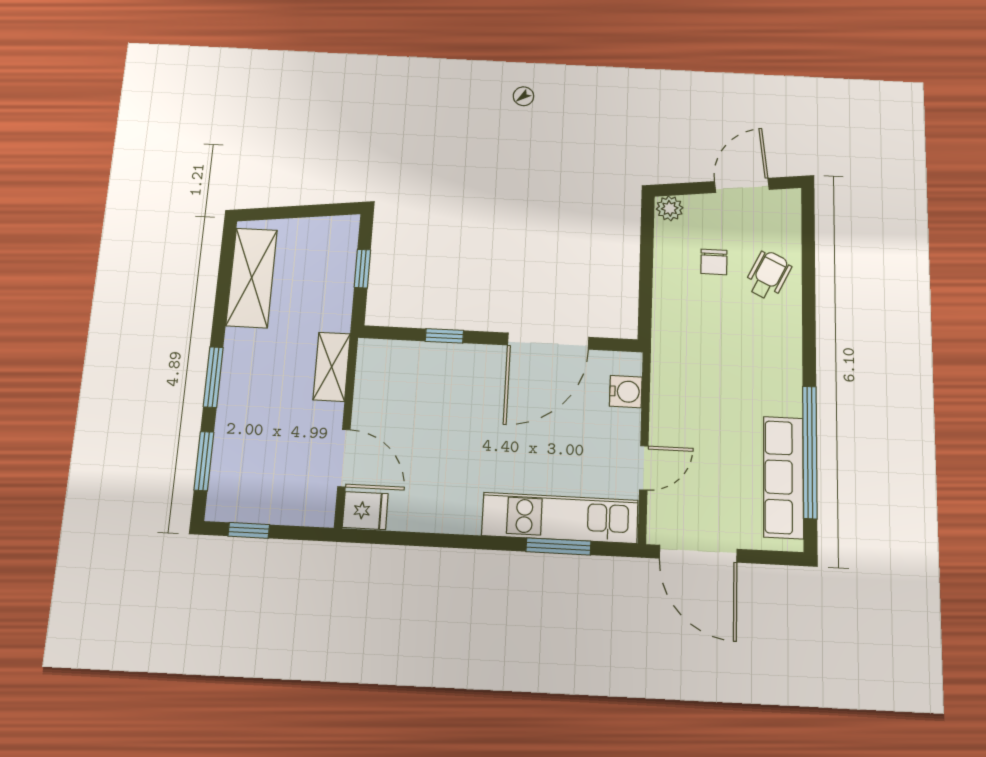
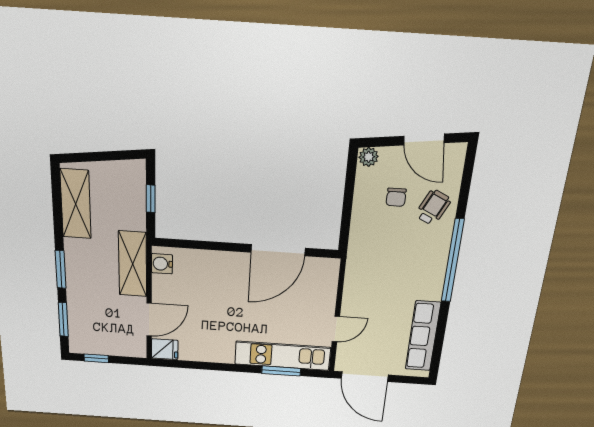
door: (742, 185) -> (424, 139), swing flipped
window: (444, 336) -> (209, 246), removed
shelving: (332, 367) -> (133, 264), width x1.50, depth x1.33
water cooler: (626, 392) -> (162, 264), moved, turned 180
window: (810, 452) -> (453, 261), moved
door: (344, 458) -> (149, 320), hinge flipped

